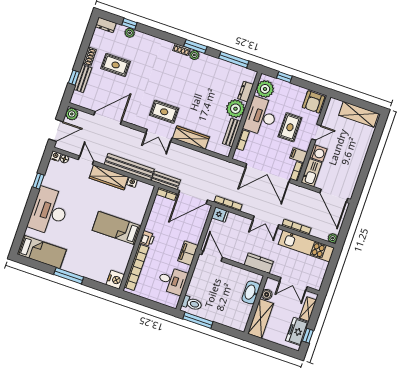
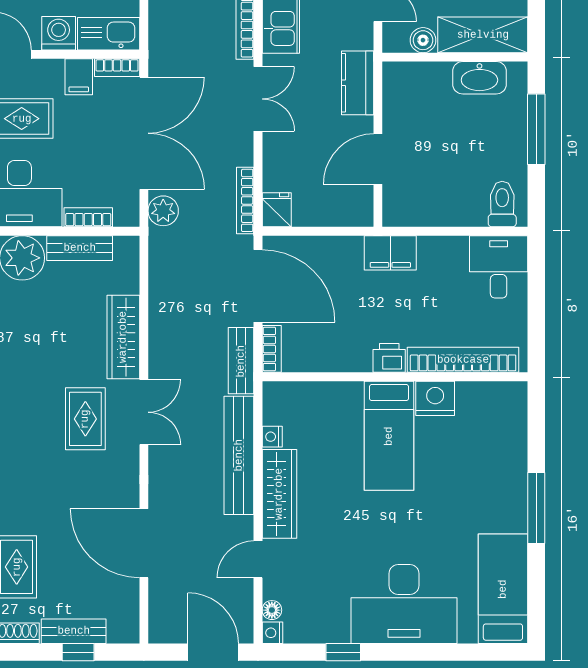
plant: (72, 114) -> (163, 211), moved
door: (212, 256) -> (378, 159), moved
nightstand: (115, 280) -> (435, 398), moved
desk: (172, 281) -> (499, 267), moved
washbasin: (251, 292) -> (479, 78), moved
window: (198, 320) -> (536, 129), moved

